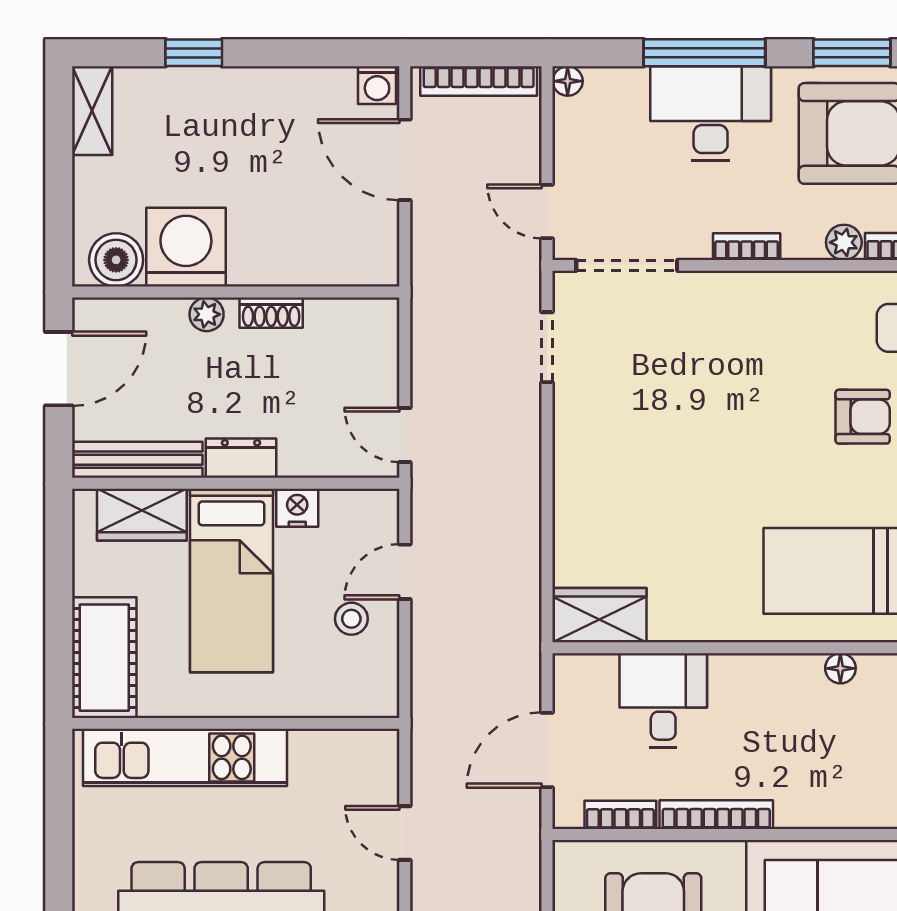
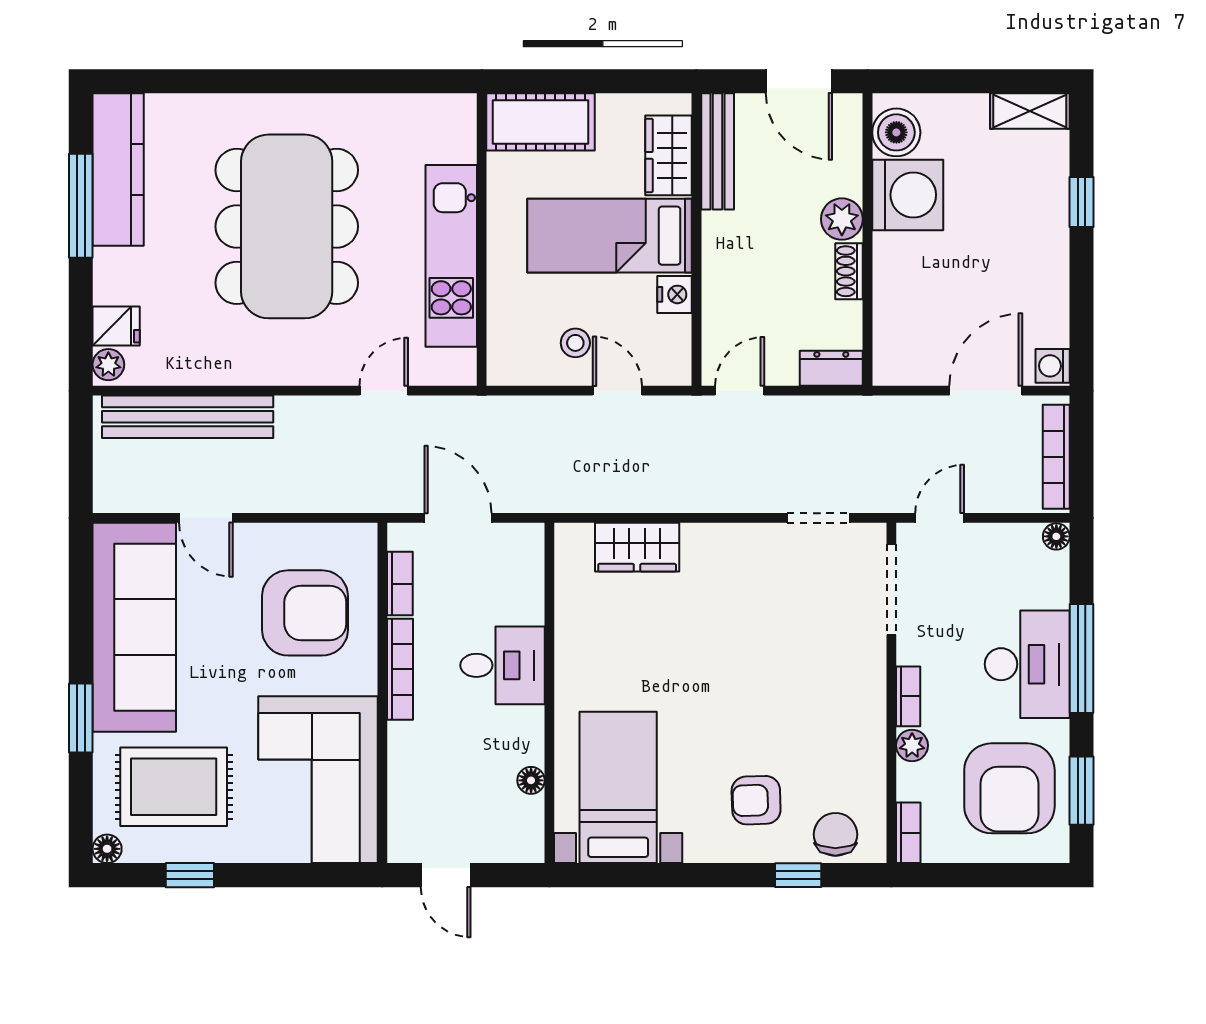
plant: (844, 242) -> (912, 745), moved
plant: (207, 314) -> (842, 219), width x1.38, depth x1.38
armchair: (863, 417) -> (756, 800), turned 88
dresser: (241, 458) -> (831, 368), moved, turned -90
wardrobe: (599, 615) -> (637, 547), moved, turned 90
desk: (663, 700) -> (502, 665), moved
kitchen unit: (185, 757) -> (451, 256), moved

